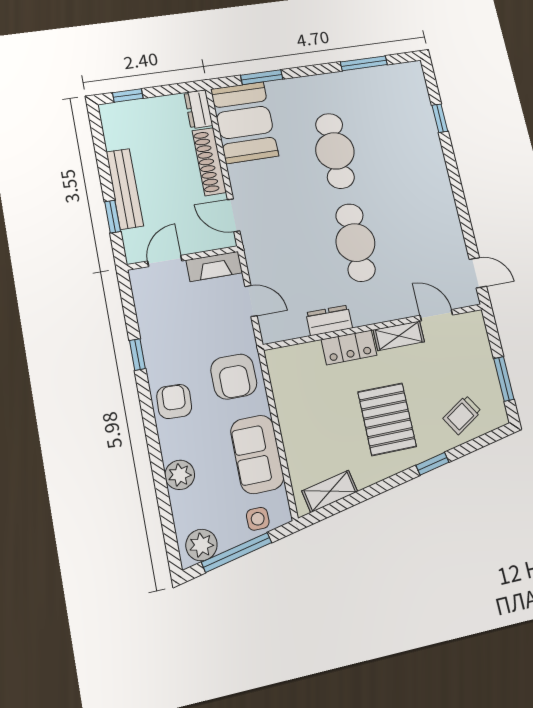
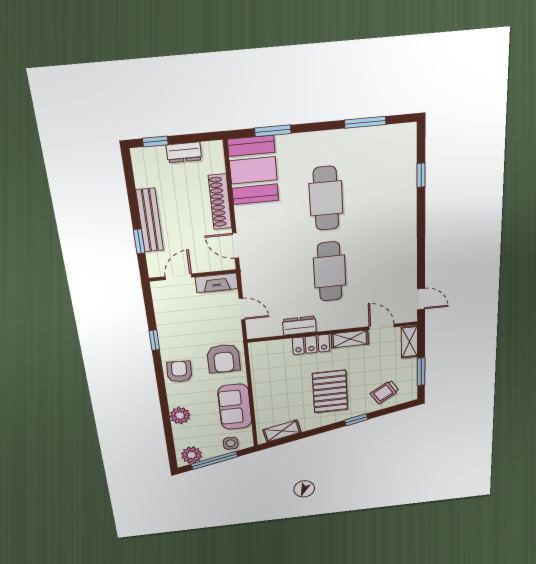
dresser: (198, 109) -> (184, 152), moved, turned -90
shelving: (478, 335) -> (409, 342), added

